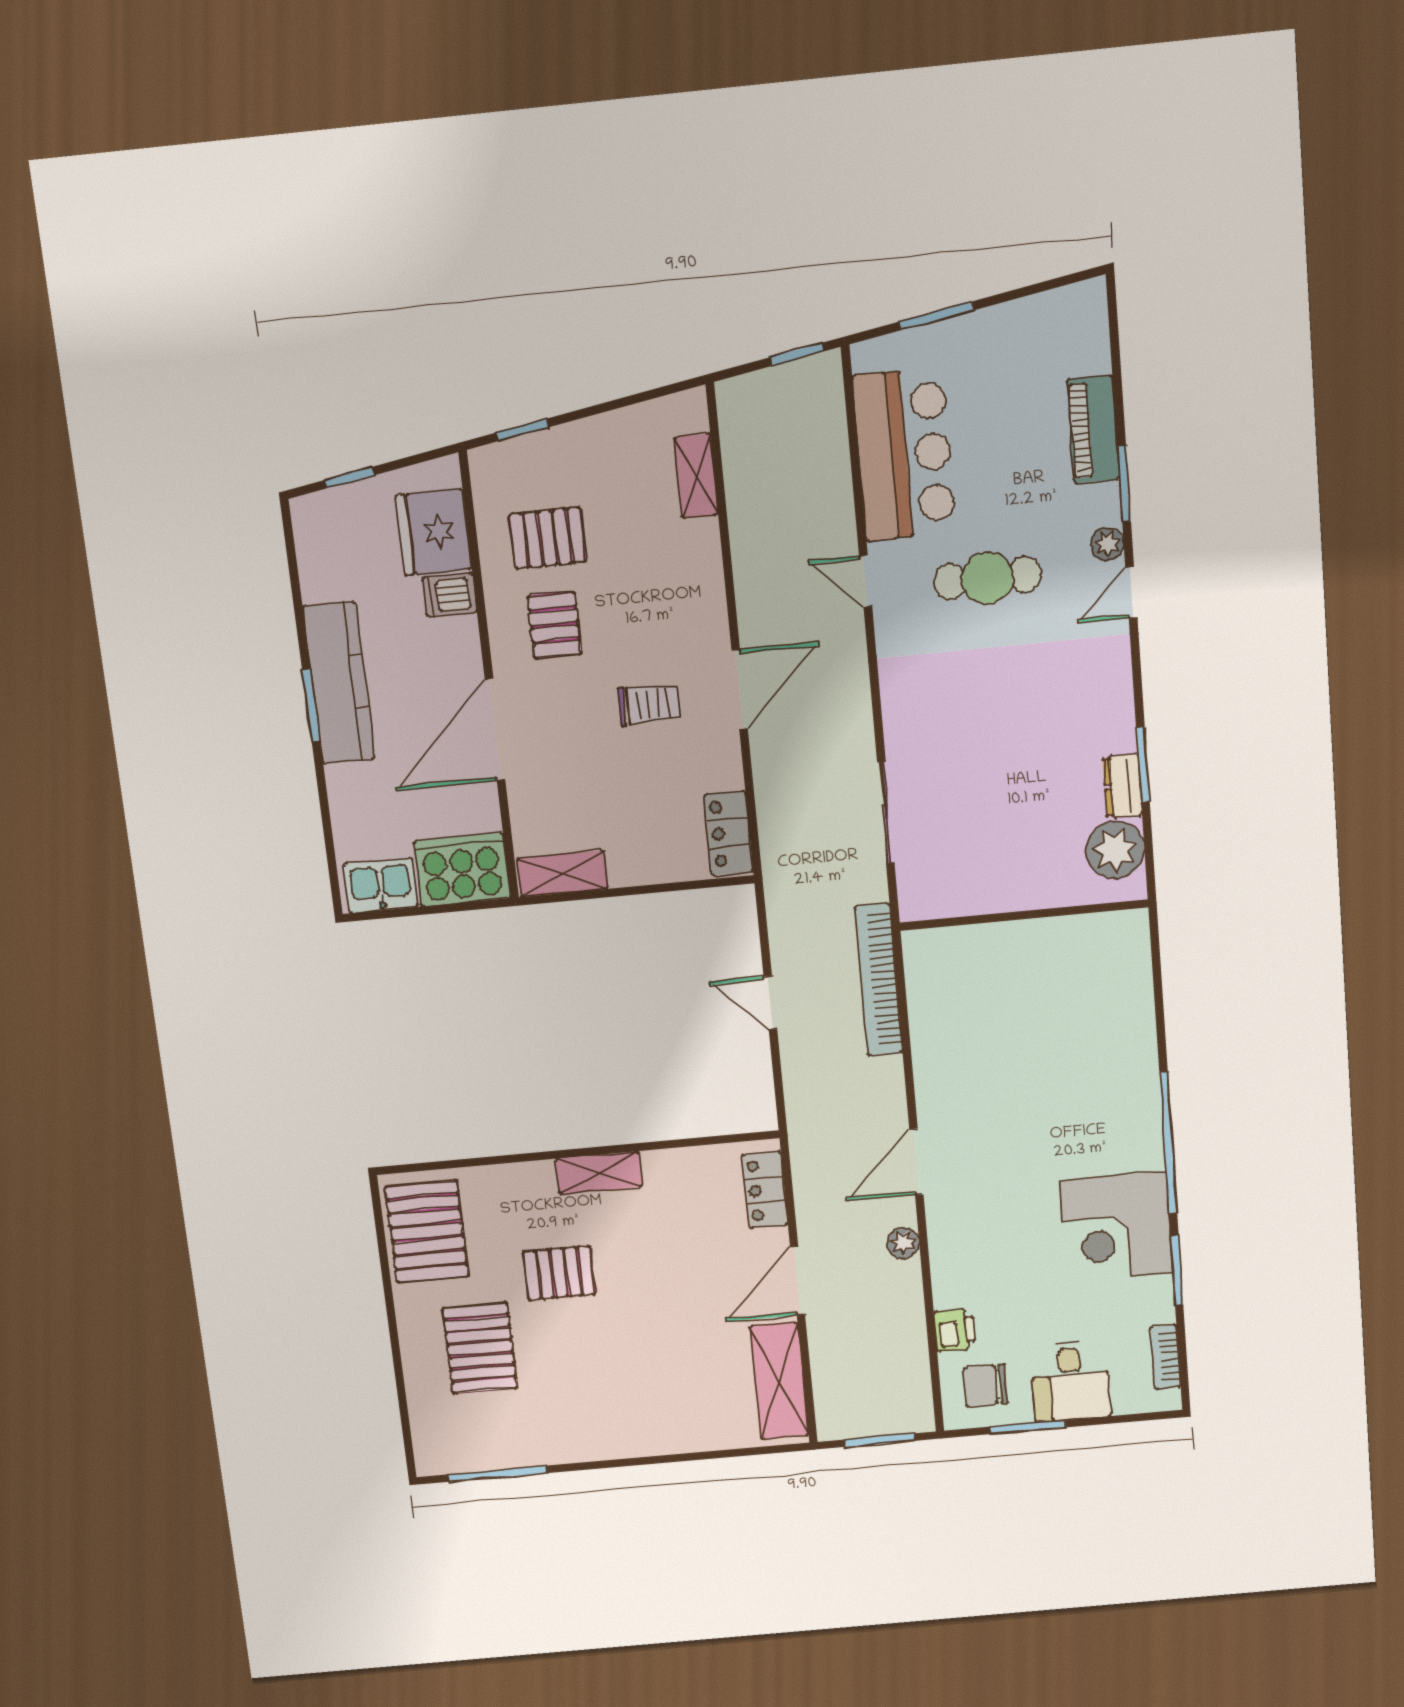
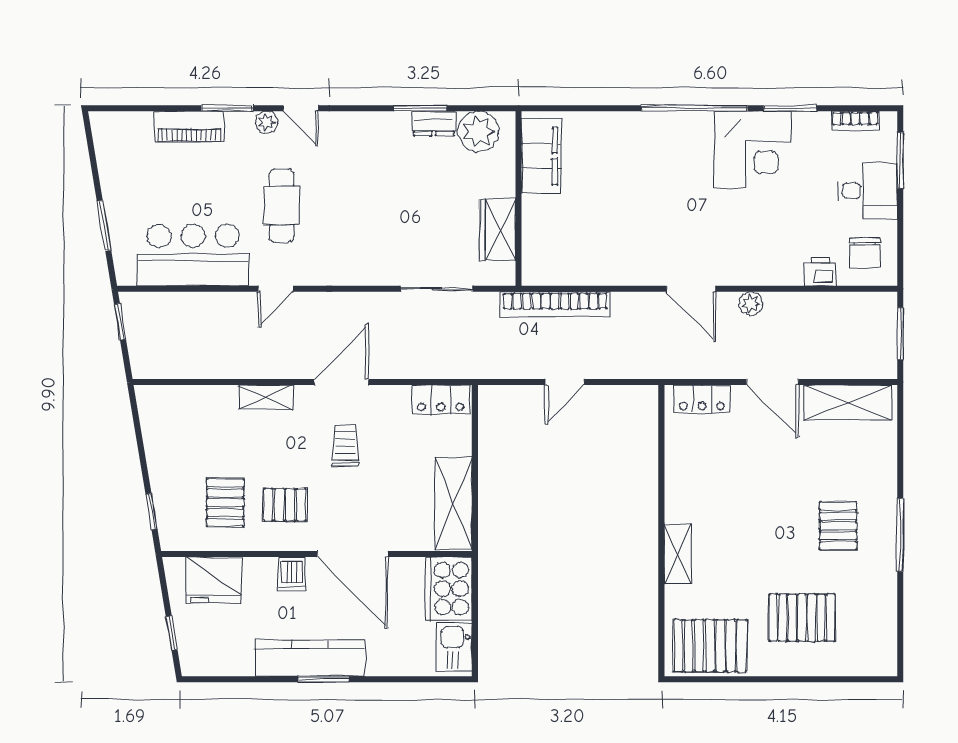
shelving: (696, 476) -> (266, 397), moved
dishwasher: (450, 595) -> (292, 574), moved
door: (740, 689) -> (341, 382), hinge flipped
shelving: (562, 874) -> (454, 503), width x1.50, depth x1.33
wardrobe: (977, 890) -> (498, 230), added
filing cabinet: (1087, 941) -> (541, 156), added
shelving: (599, 1173) -> (678, 554), moved
pallet: (559, 1273) -> (838, 526), moved
window: (1028, 1427) -> (900, 160), moved
window: (497, 1474) -> (900, 535), moved

